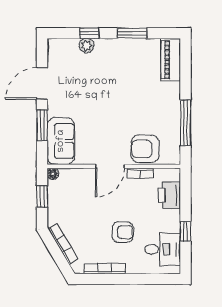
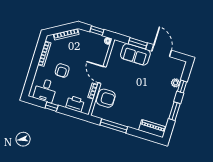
sofa: (61, 141) -> (135, 54), moved
armchair: (145, 149) -> (106, 98), turned 90

